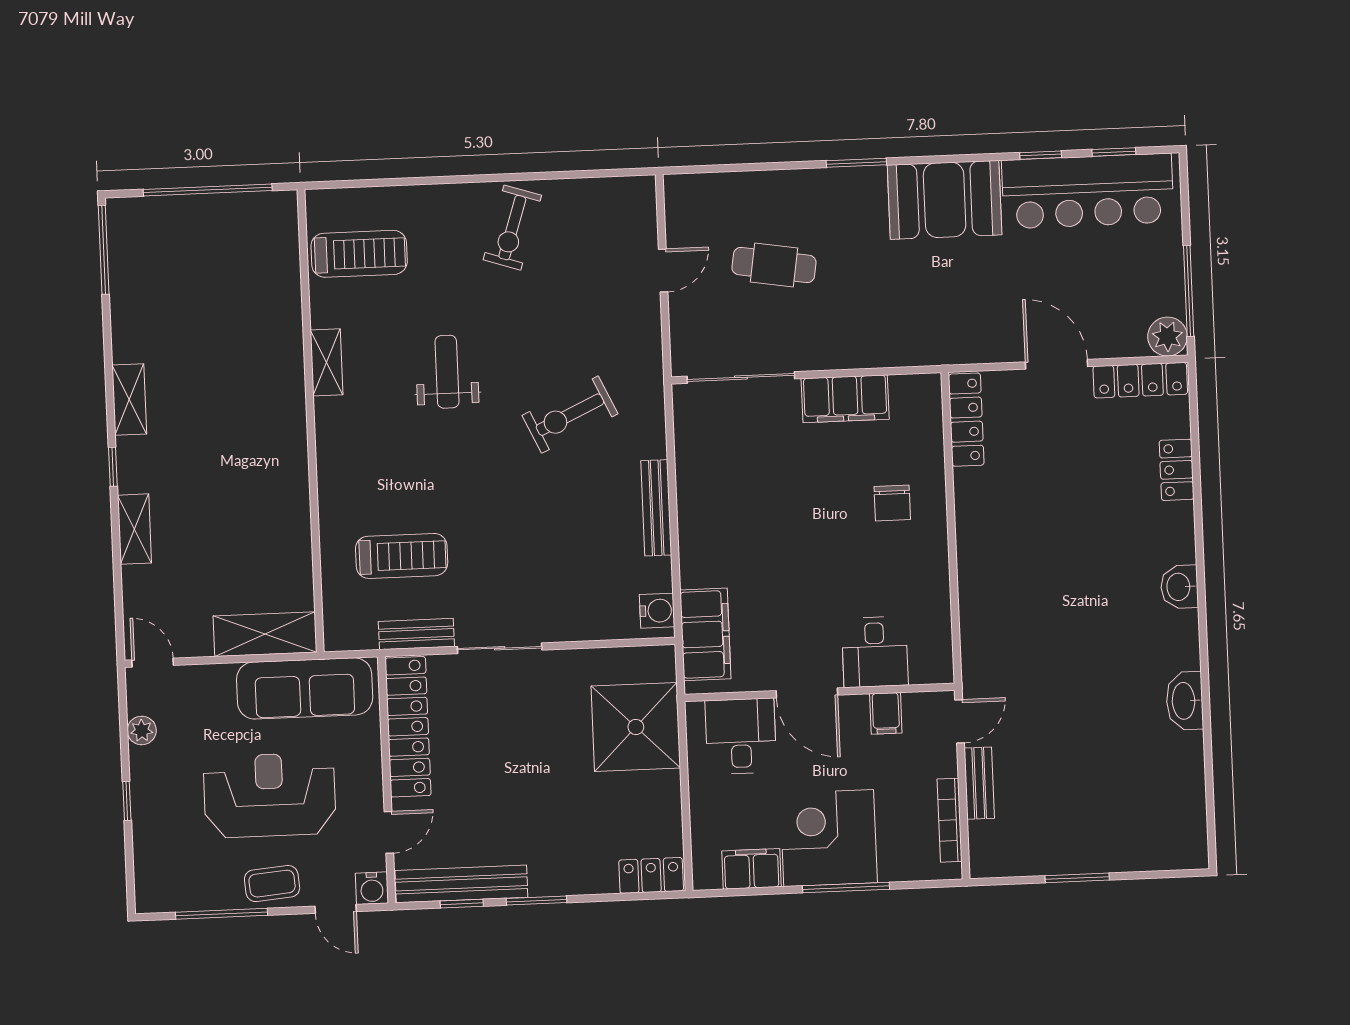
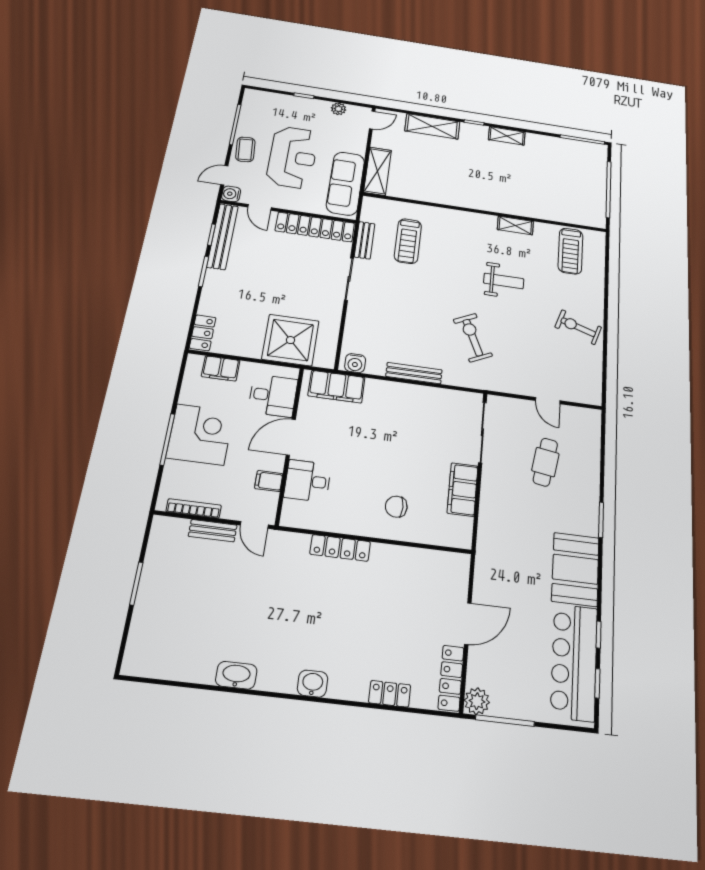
locker: (966, 420) -> (340, 548), moved
shelving: (134, 529) -> (432, 126), width x1.50, depth x1.33
filing cabinet: (751, 869) -> (221, 368), moved, turned 90

